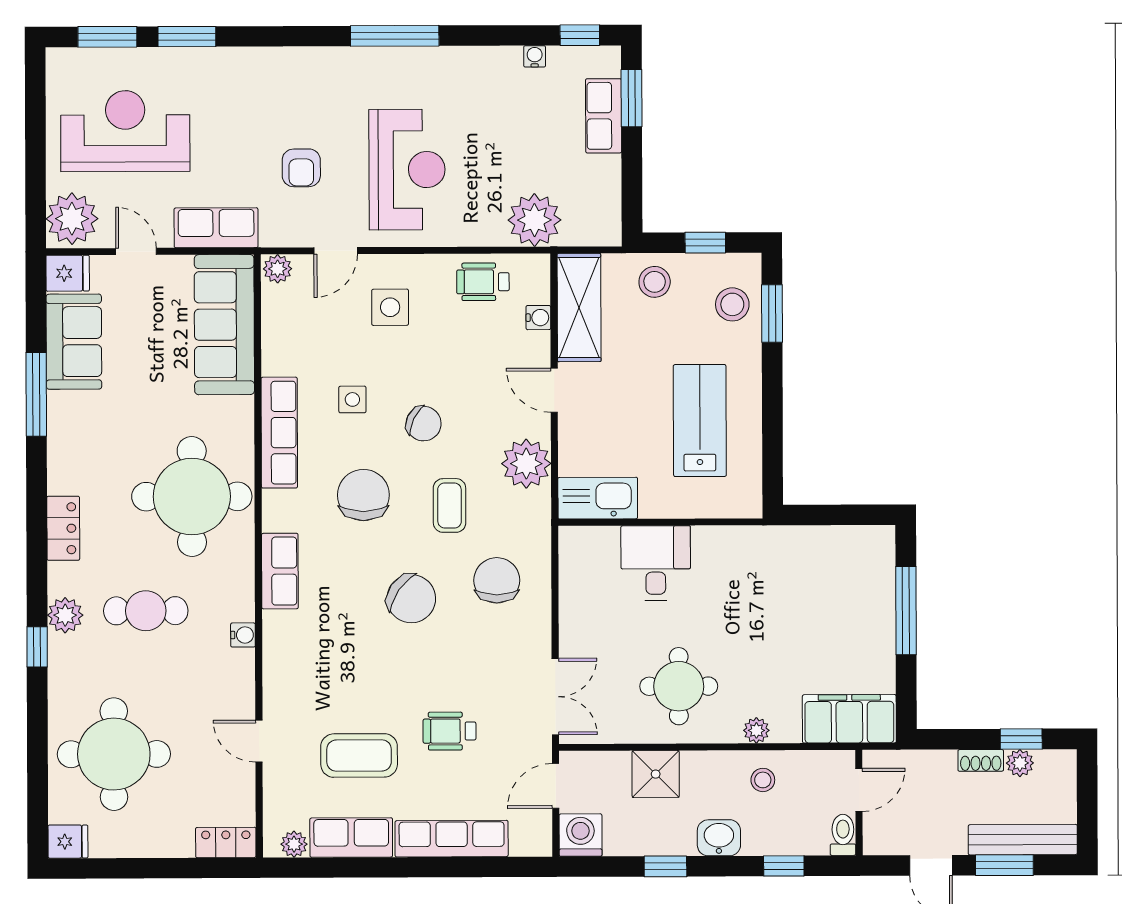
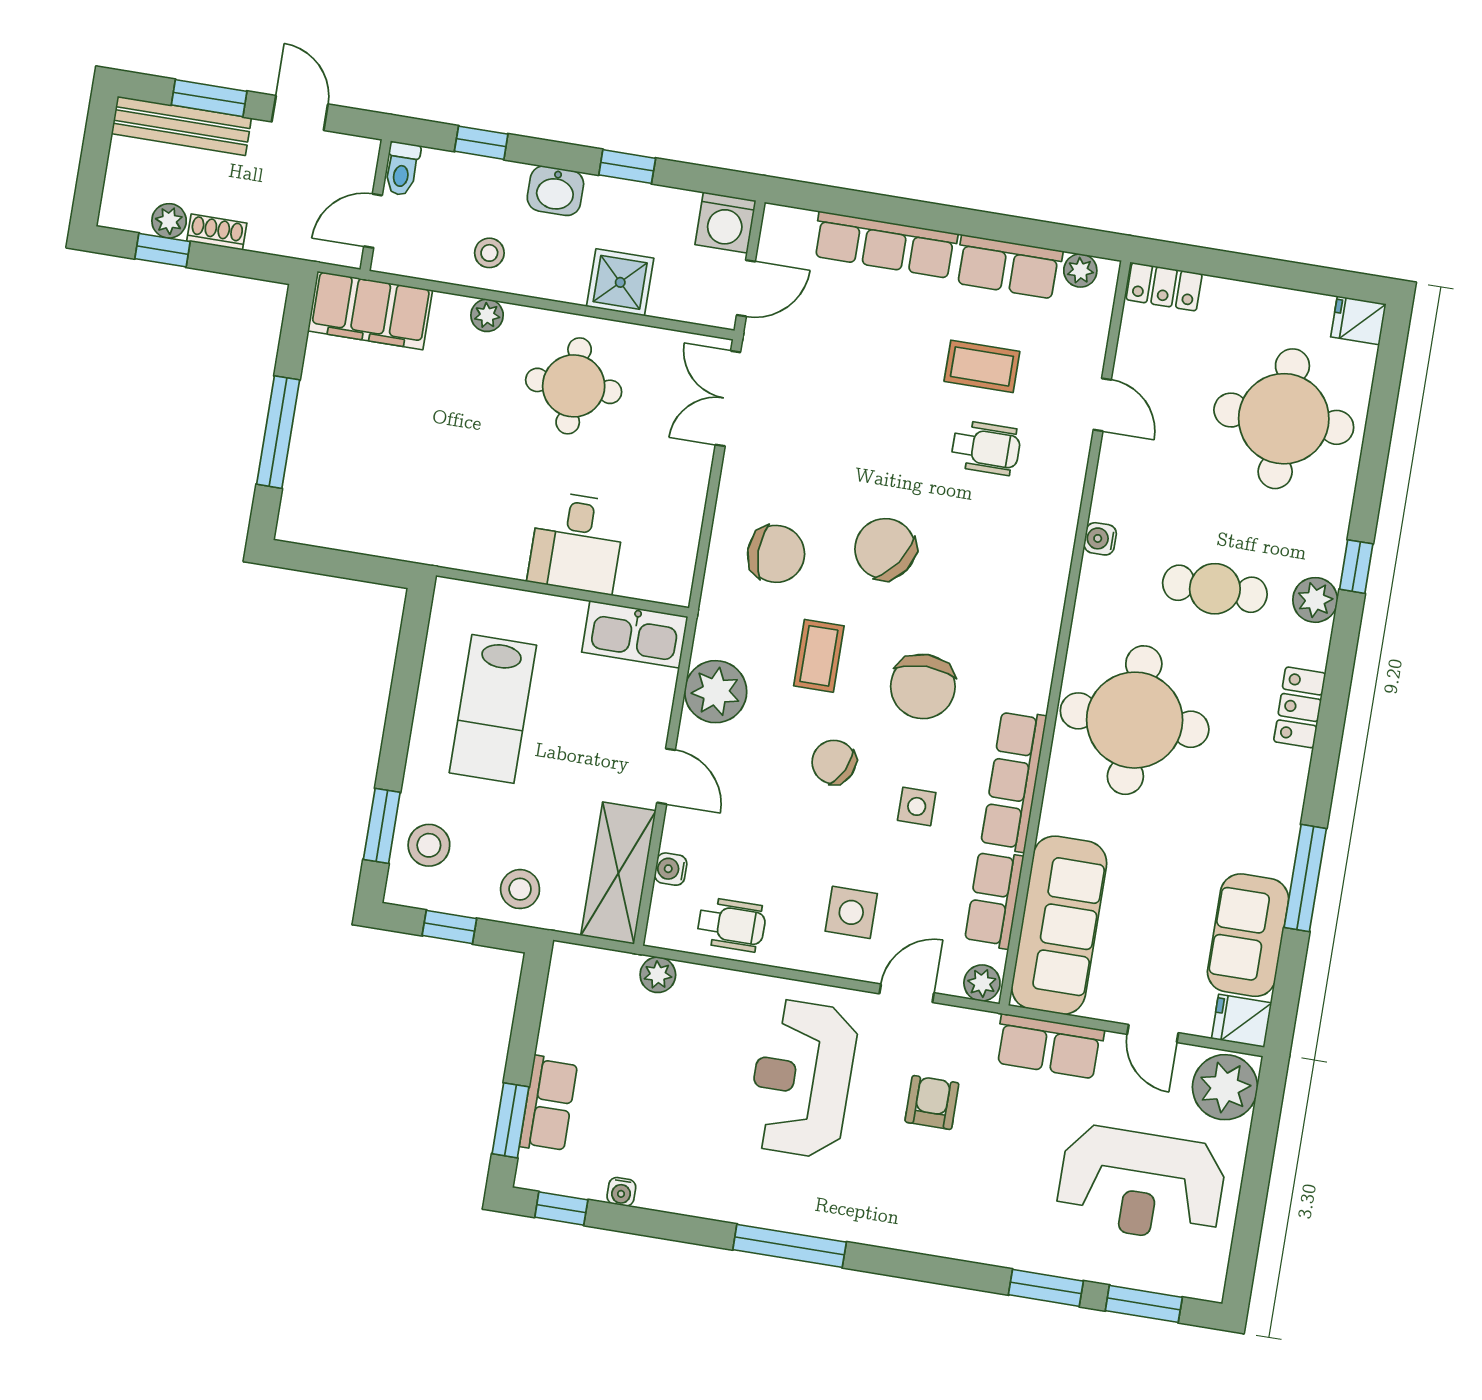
plant: (534, 220) -> (658, 975), width x0.53, depth x0.53
row of seats: (280, 571) -> (994, 899), moved
chair: (497, 580) -> (776, 554), turned -90
wheelchair: (450, 731) -> (986, 448), moved
coffee table: (359, 755) -> (982, 366), width x0.73, depth x0.77

